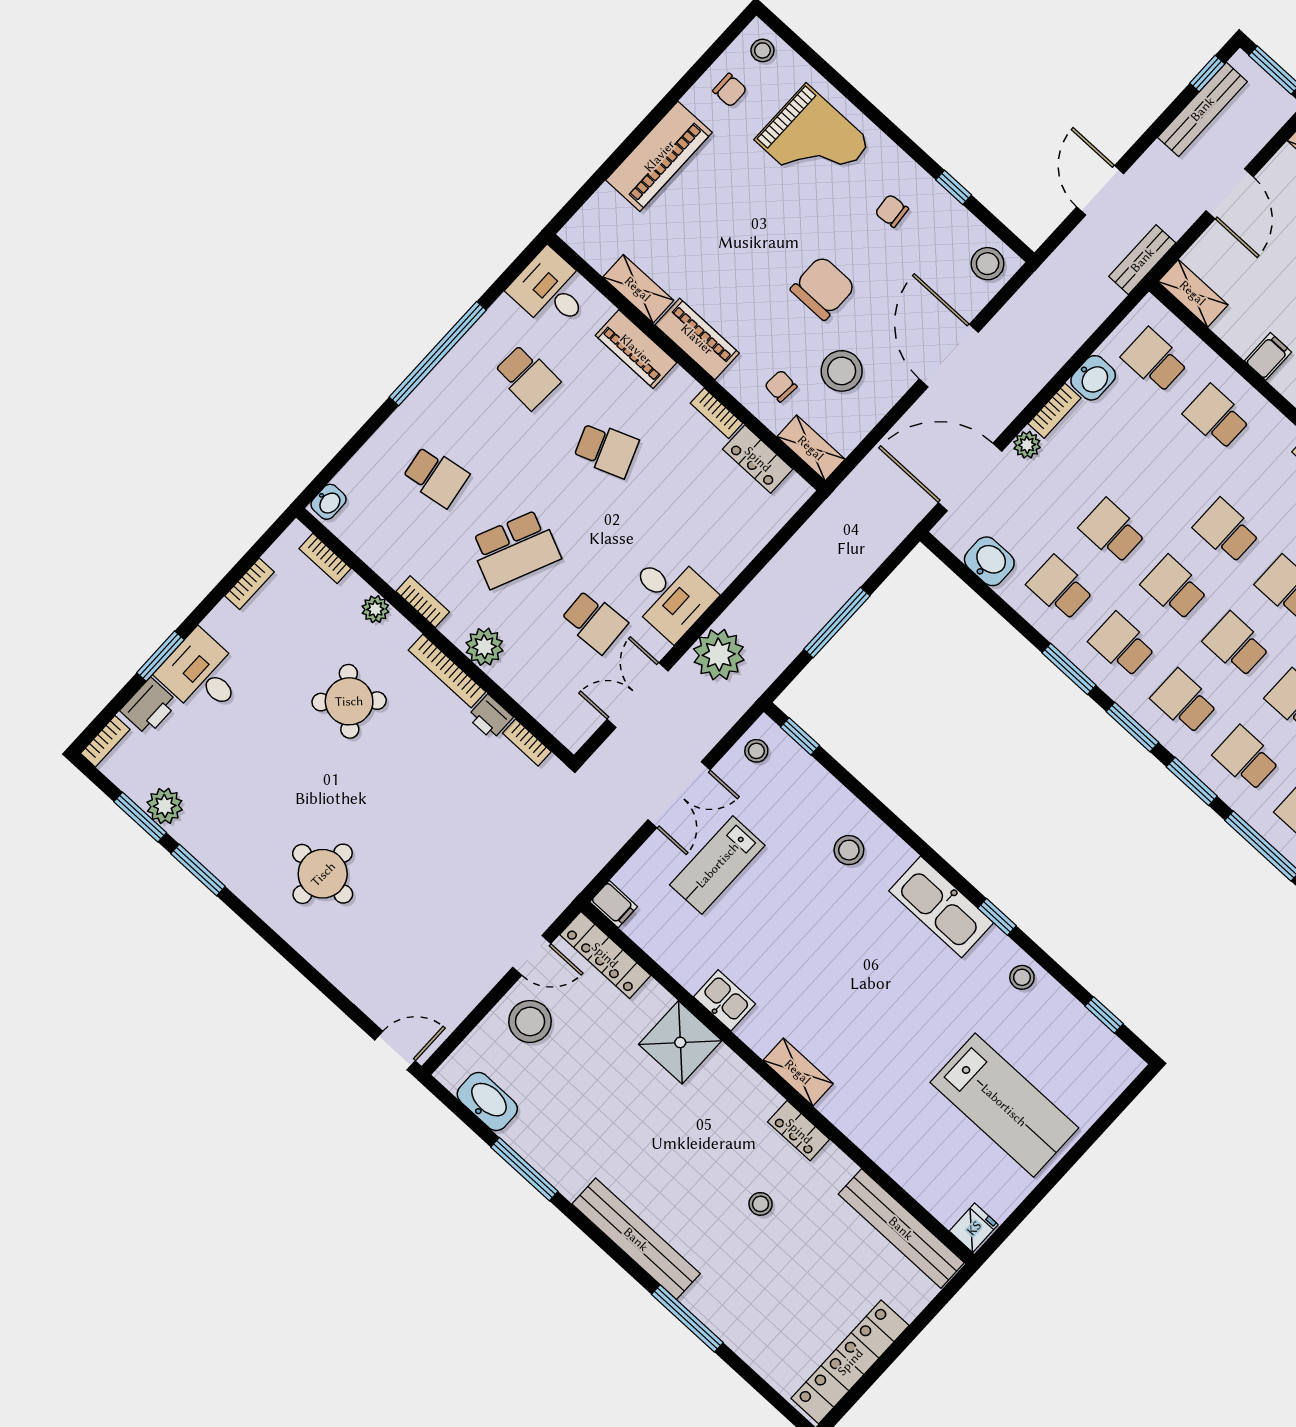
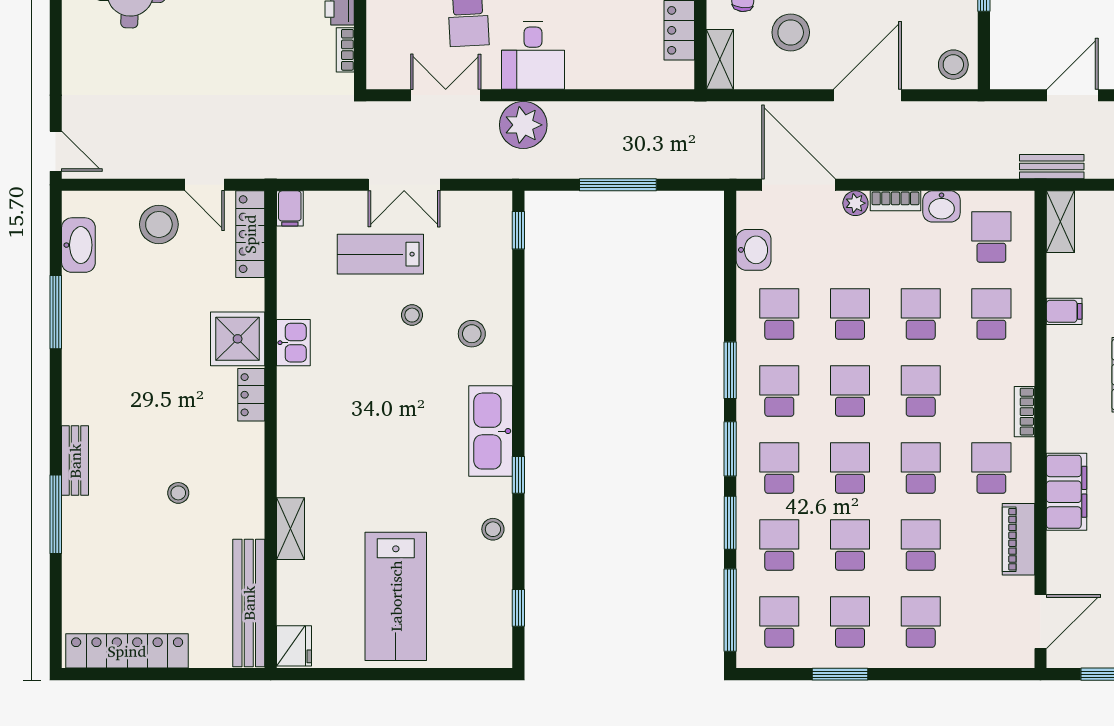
school desk: (1164, 474) -> (921, 314), added
stool: (756, 751) -> (412, 315), moved
shelving: (798, 1072) -> (291, 529), moved
locker: (799, 1131) -> (251, 395), moved
fridge: (974, 1228) -> (294, 646), width x1.38
bench: (636, 1239) -> (75, 461), width x0.54, depth x0.82

